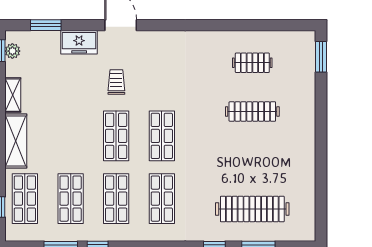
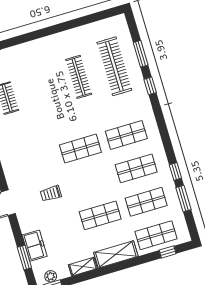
freezer: (79, 42) -> (35, 246), moved
clothes rail: (252, 112) -> (79, 77), moved
shop shelf: (116, 136) -> (100, 215), moved

